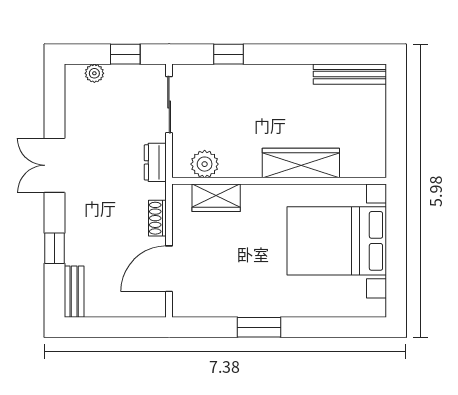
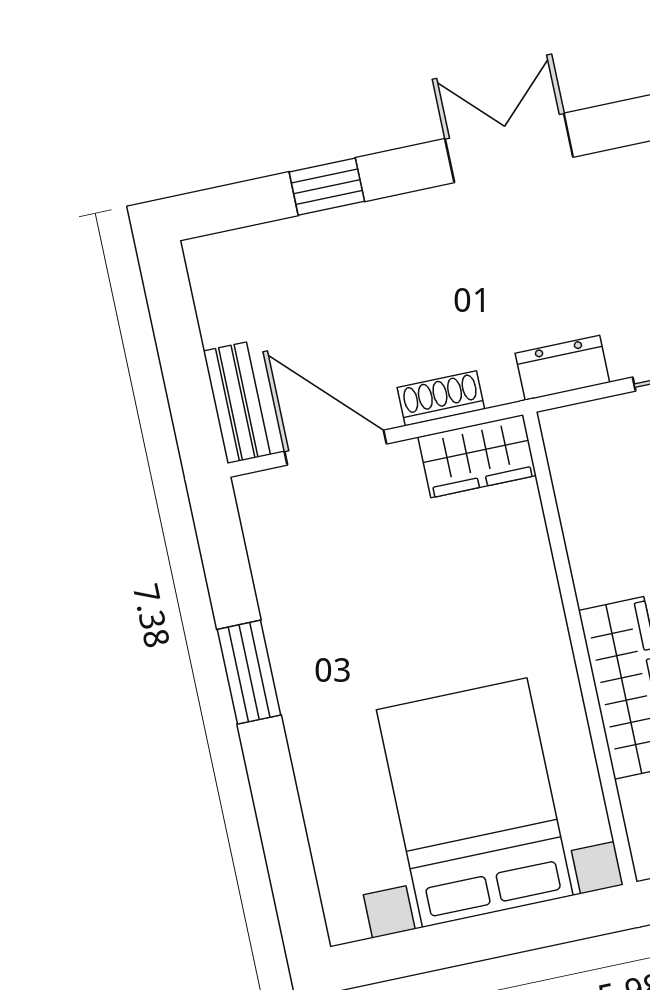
plant: (205, 164) -> (582, 477), removed
wardrobe: (216, 198) -> (477, 456), moved, turned -90
bench: (74, 292) -> (237, 403), moved, turned 90

